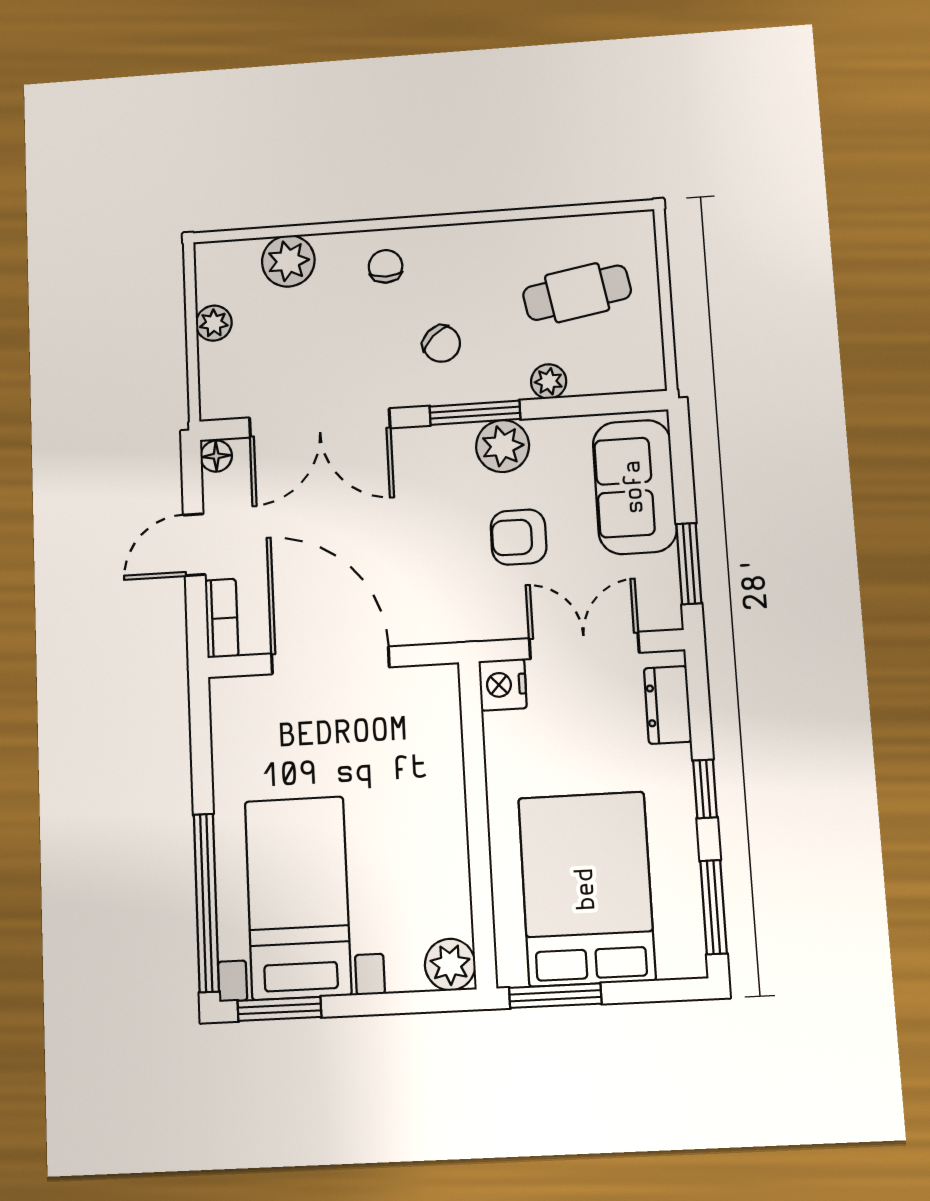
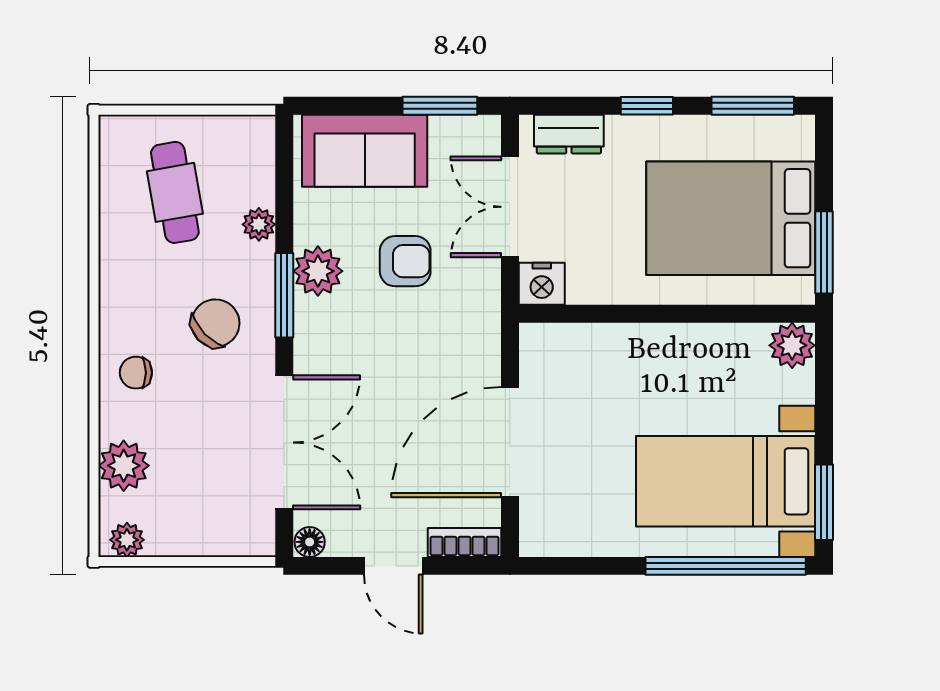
plant: (214, 323) -> (127, 540), moved
chair: (442, 344) -> (215, 323), width x1.37, depth x1.37
armchair: (519, 537) -> (405, 261), turned -90

